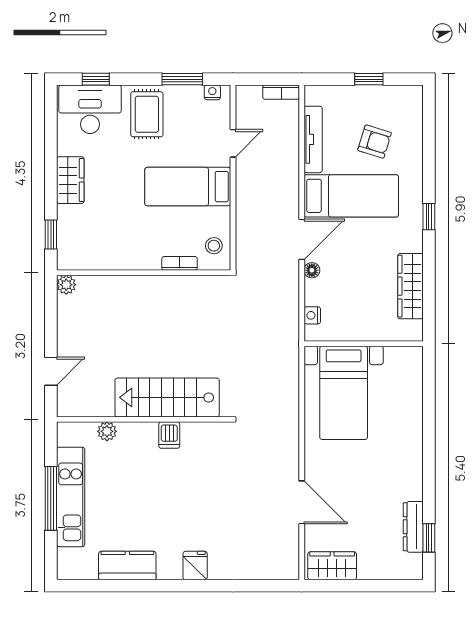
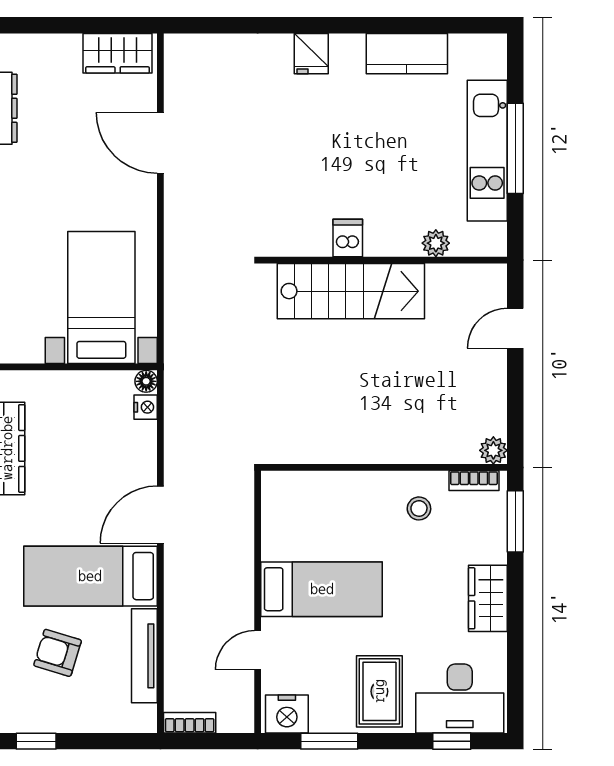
window: (369, 79) -> (36, 741), moved
nightstand: (212, 92) -> (287, 714), width x1.89, depth x1.79
window: (51, 234) -> (515, 521), width x1.50
stool: (214, 246) -> (419, 508), moved
bookcase: (179, 263) -> (474, 481), moved
floor lamp: (312, 270) -> (146, 381), moved

